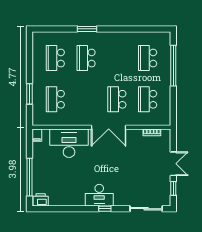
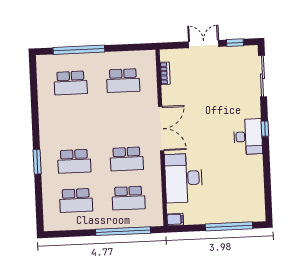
window: (30, 94) -> (123, 231), width x2.11
school desk: (117, 99) -> (127, 159), moved
printer: (41, 200) -> (257, 211), removed

